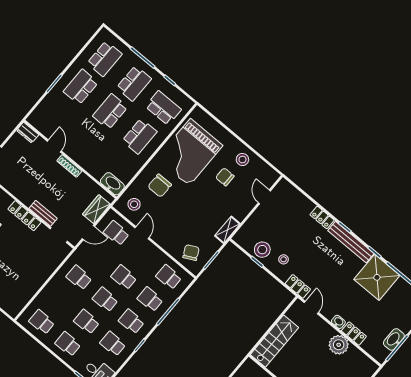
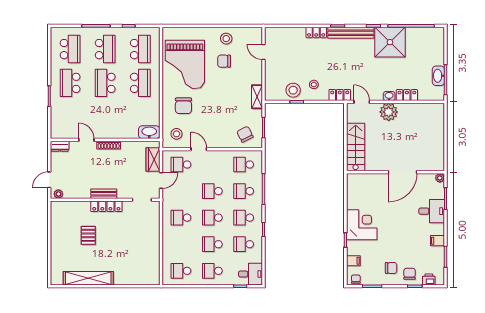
school desk: (163, 108) -> (140, 49), turned 90
bench: (43, 213) -> (104, 194), moved
plant: (339, 345) -> (389, 112), moved

